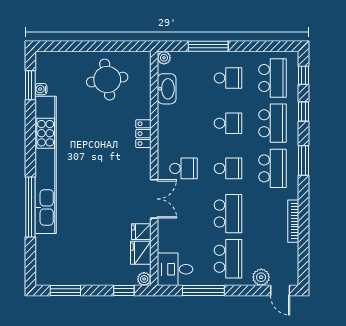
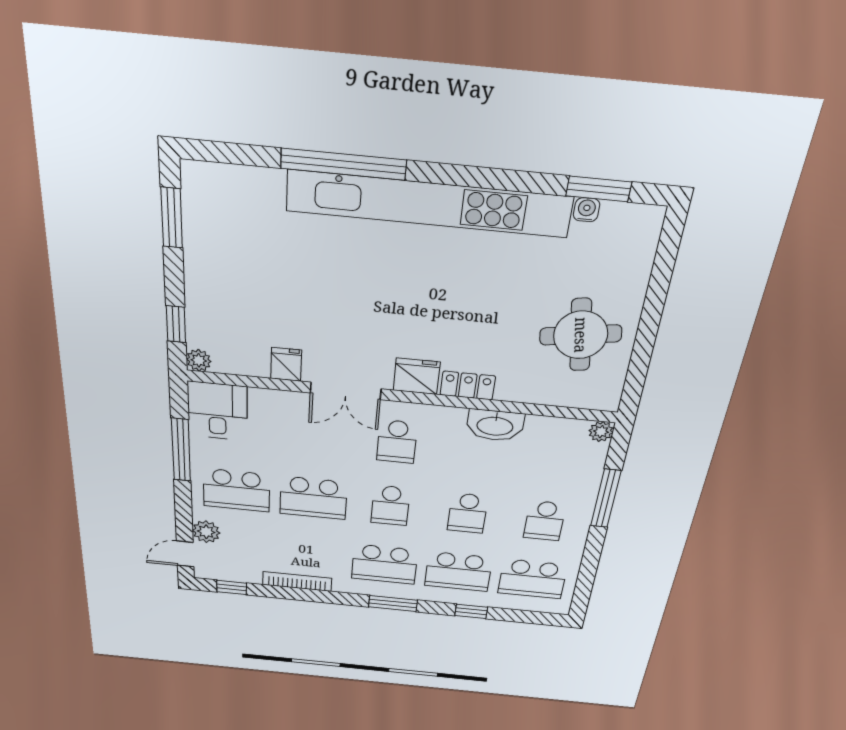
window: (304, 75) -> (232, 587), moved
washbasin: (167, 89) -> (495, 425), moved
fridge: (141, 253) -> (417, 376), moved

